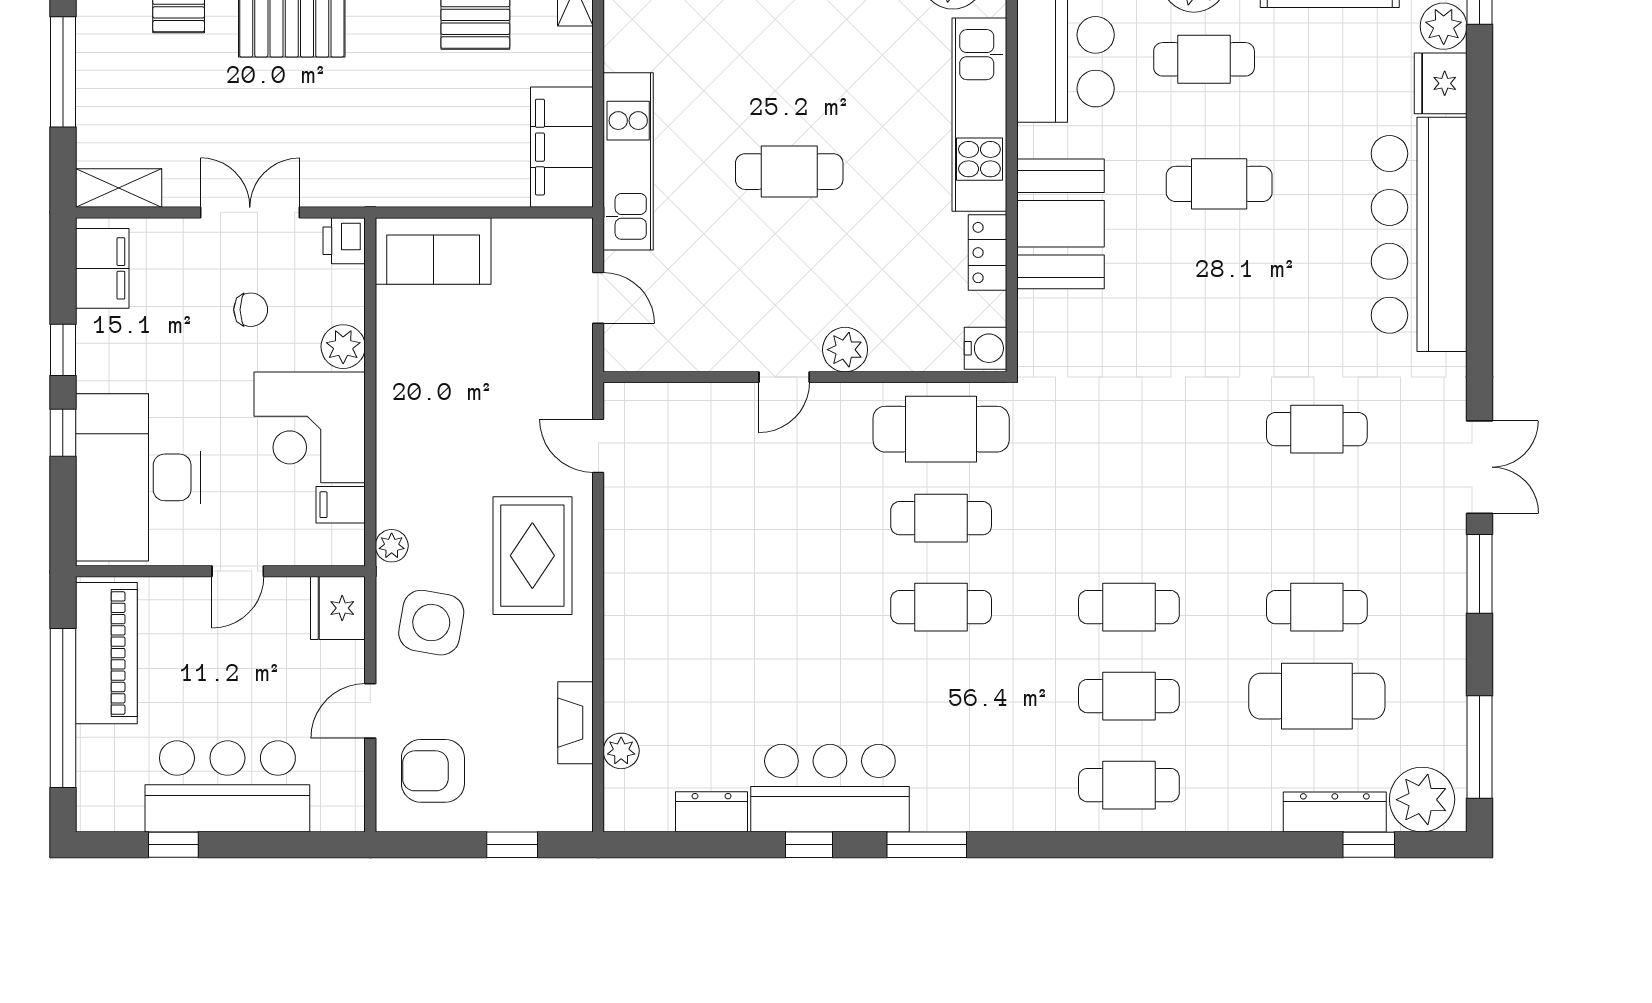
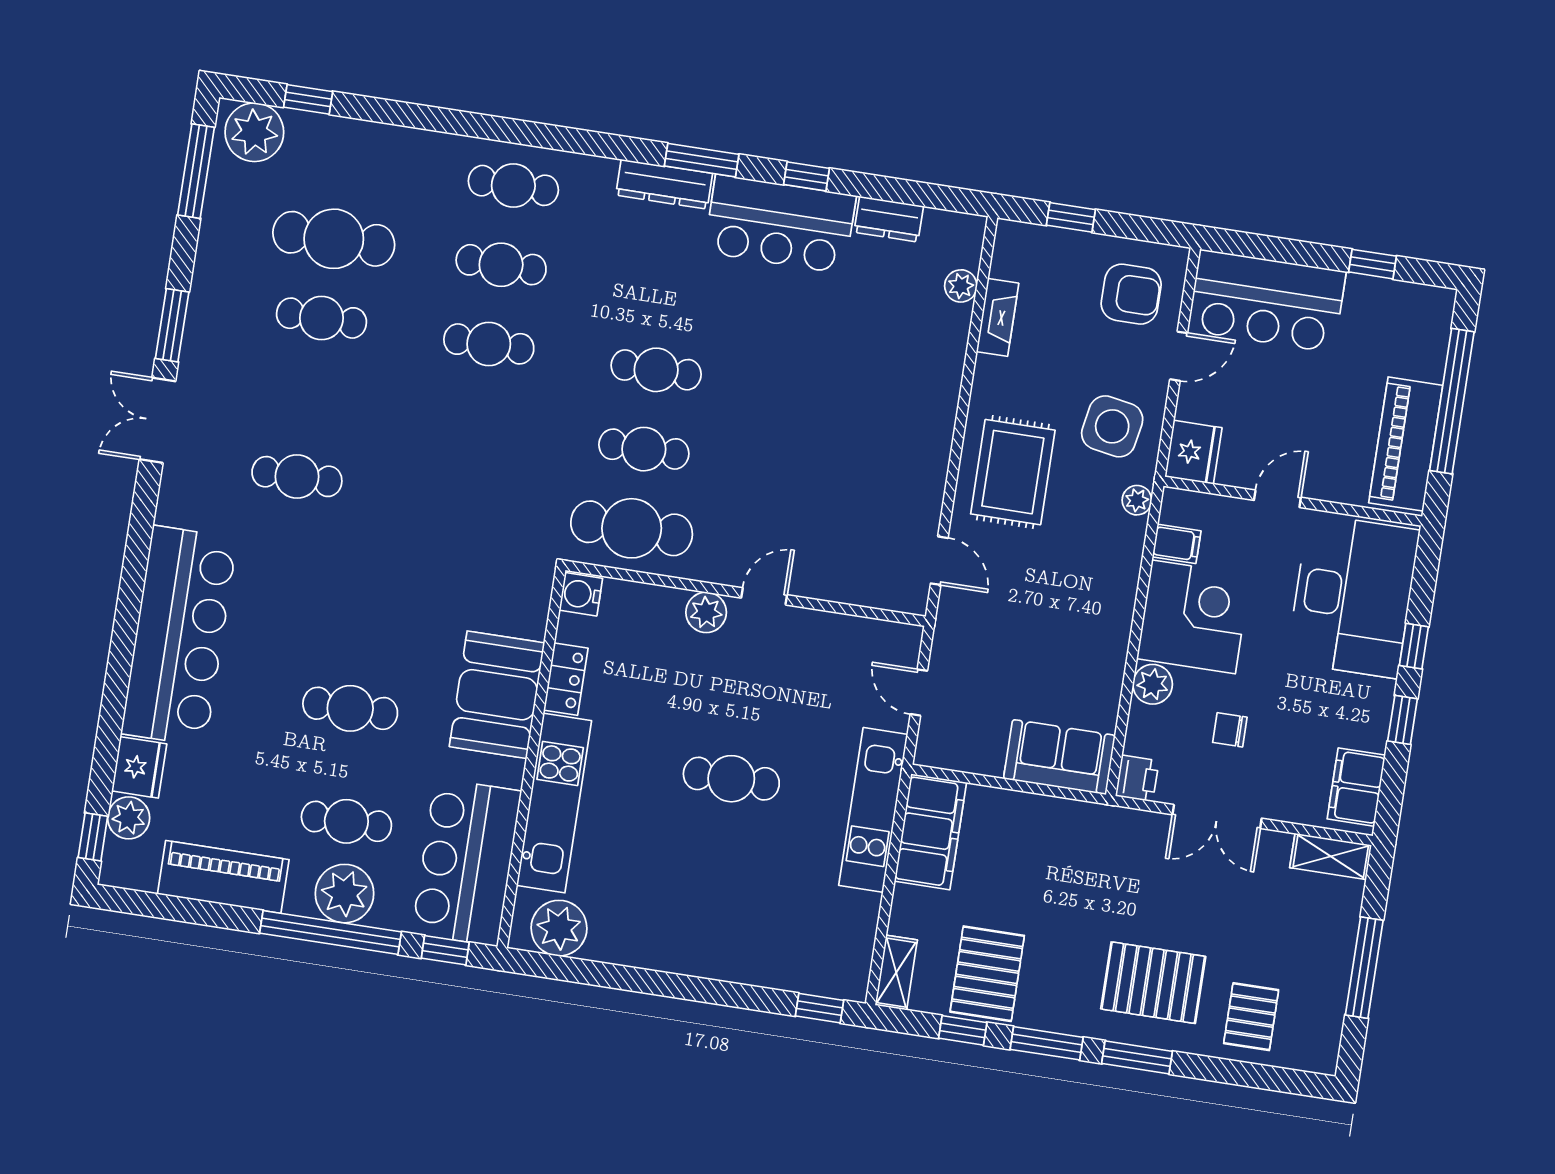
bar counter: (227, 786) -> (1267, 301), moved
dresser: (1335, 812) -> (664, 184), moved

